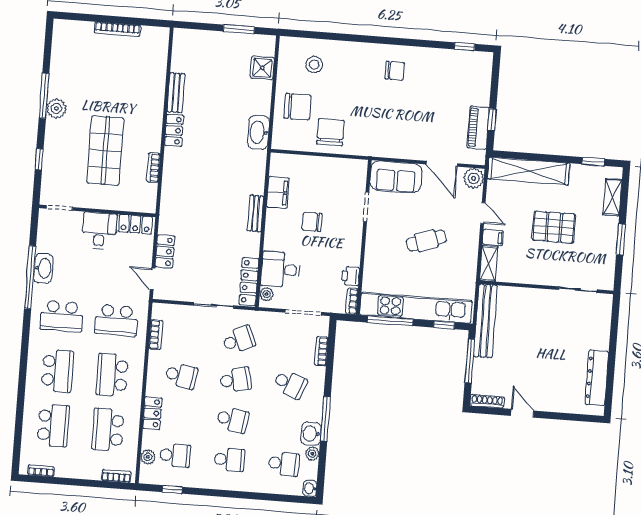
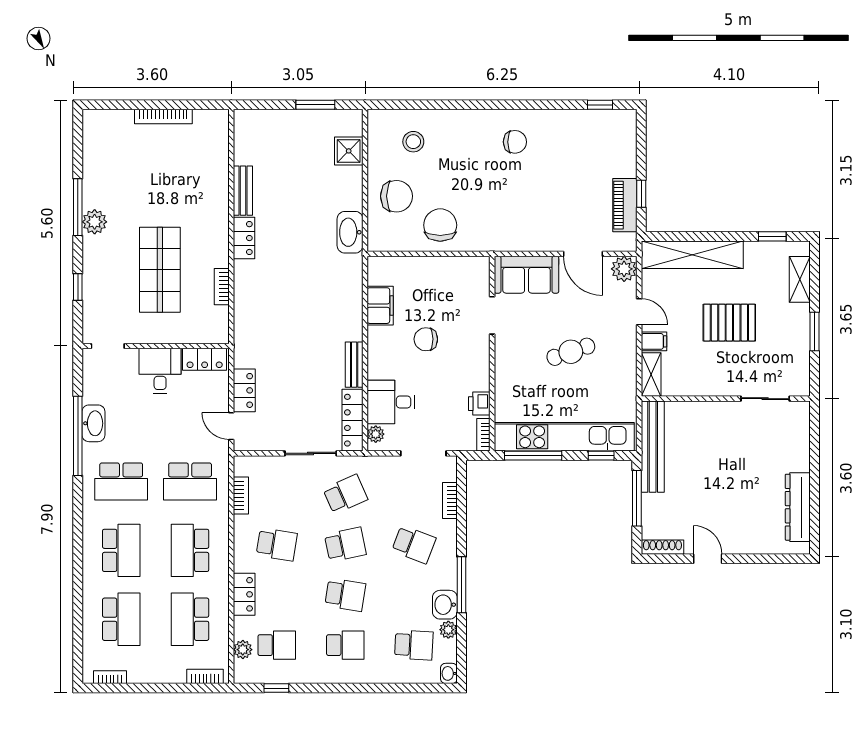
bench: (256, 213) -> (354, 365), moved

